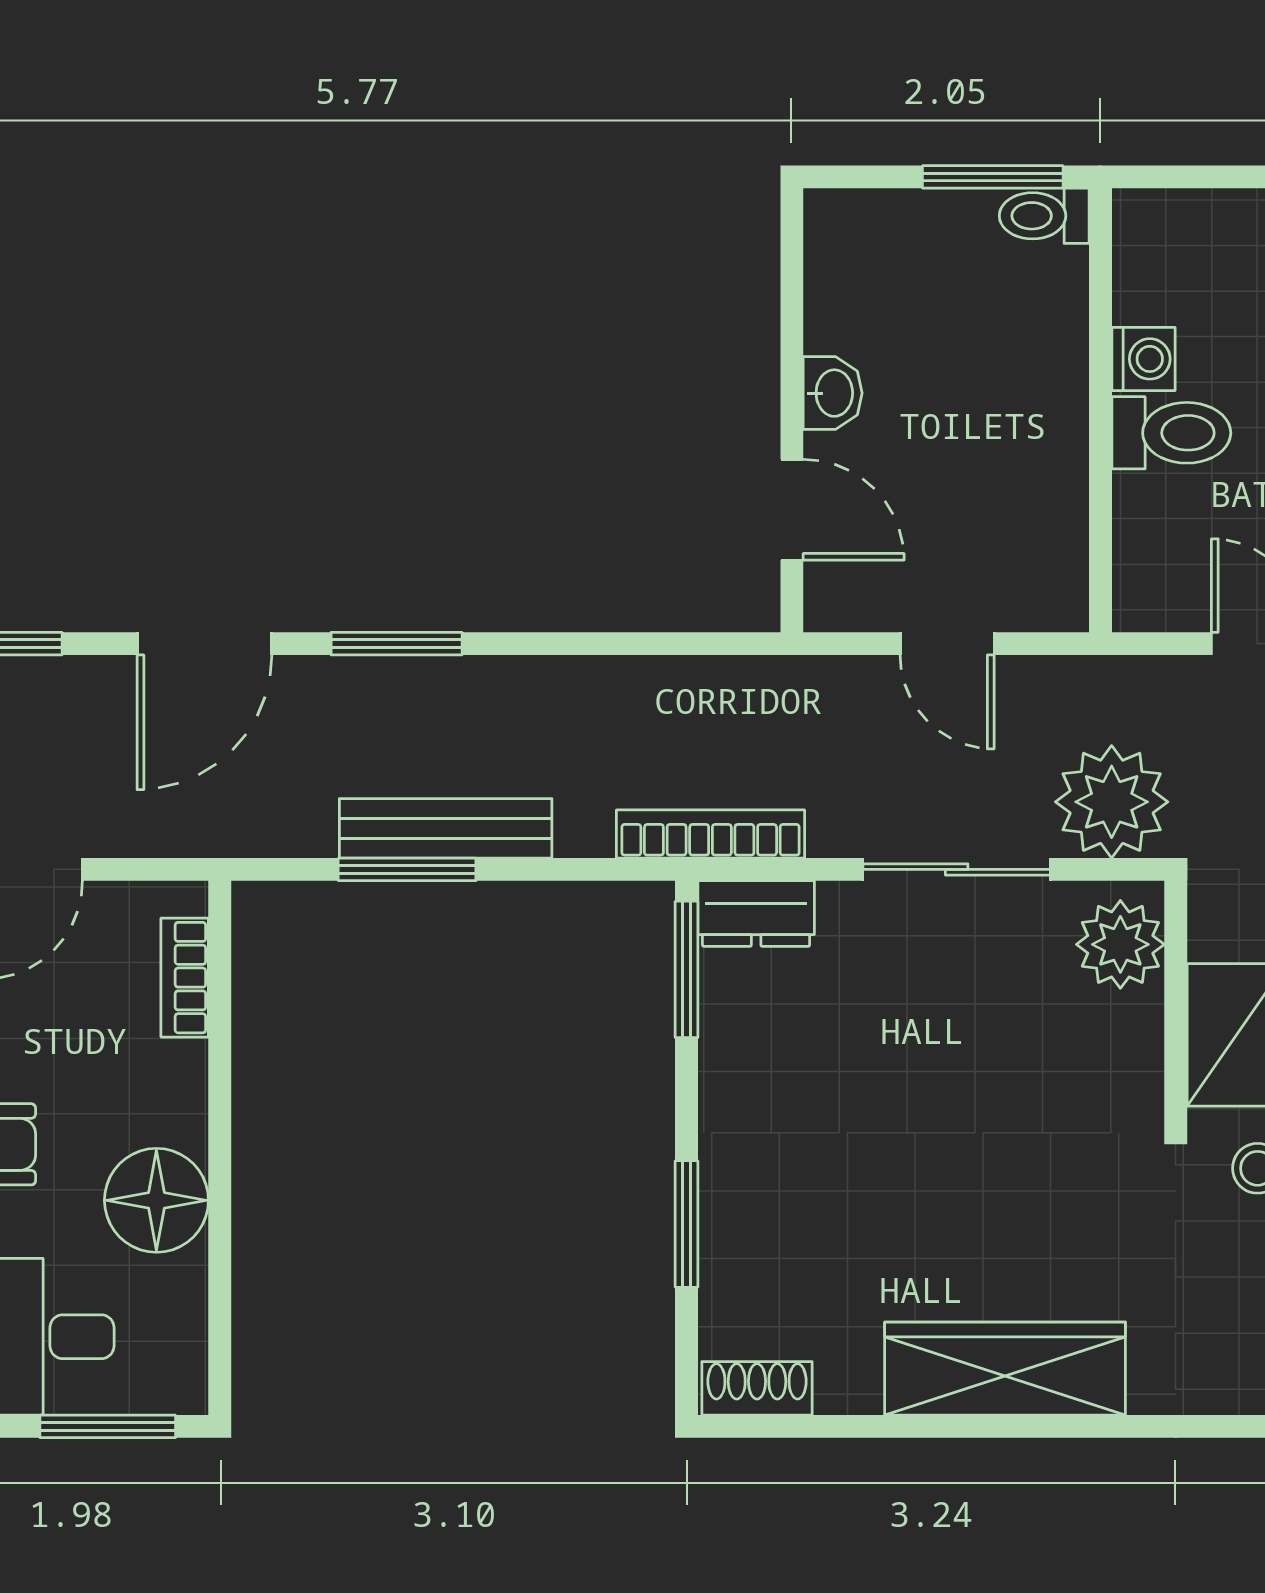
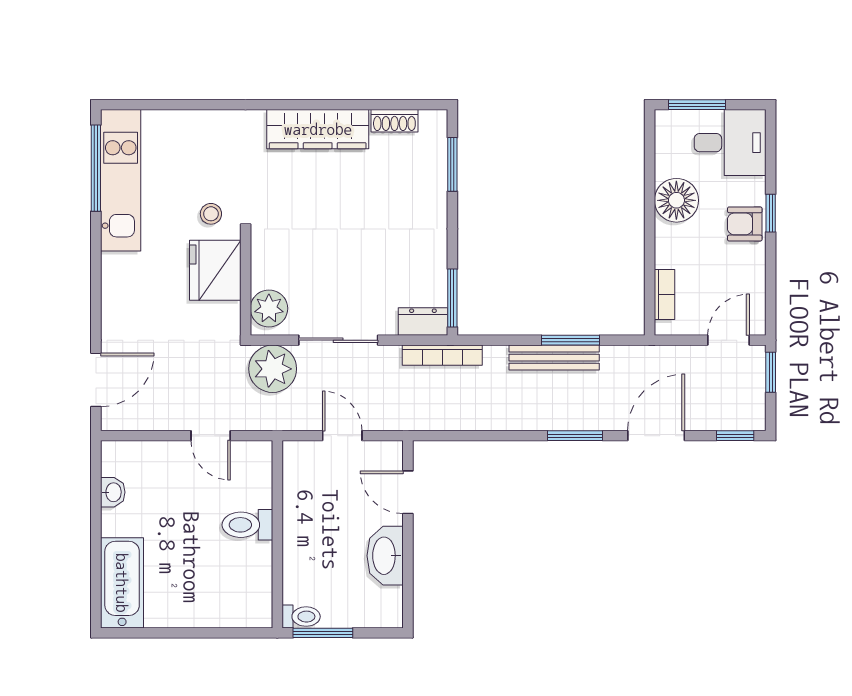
washing machine: (1143, 359) -> (259, 556), removed
washbasin: (833, 393) -> (385, 556), width x1.91, depth x1.45
window: (686, 1224) -> (452, 164), moved
shoe rack: (757, 1388) -> (394, 121), moved

